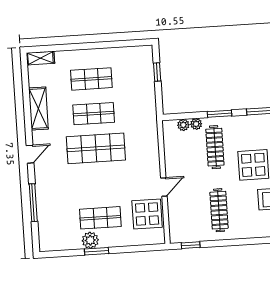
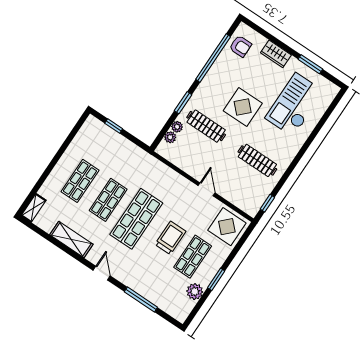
trolley: (102, 188) -> (170, 238), added
display table: (147, 214) -> (227, 227), moved
plant: (90, 240) -> (195, 292), moved

